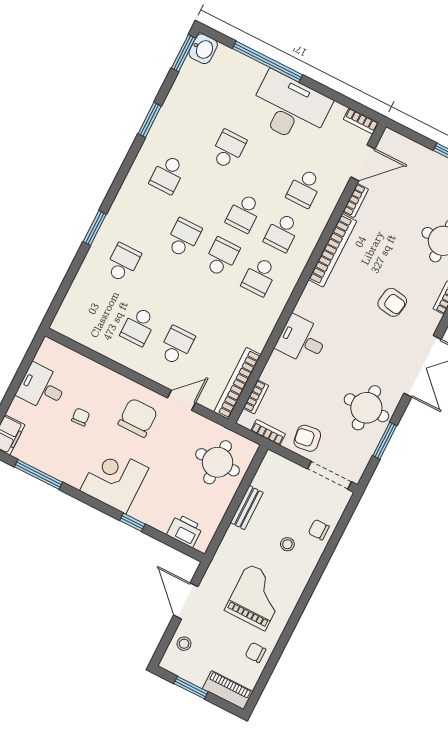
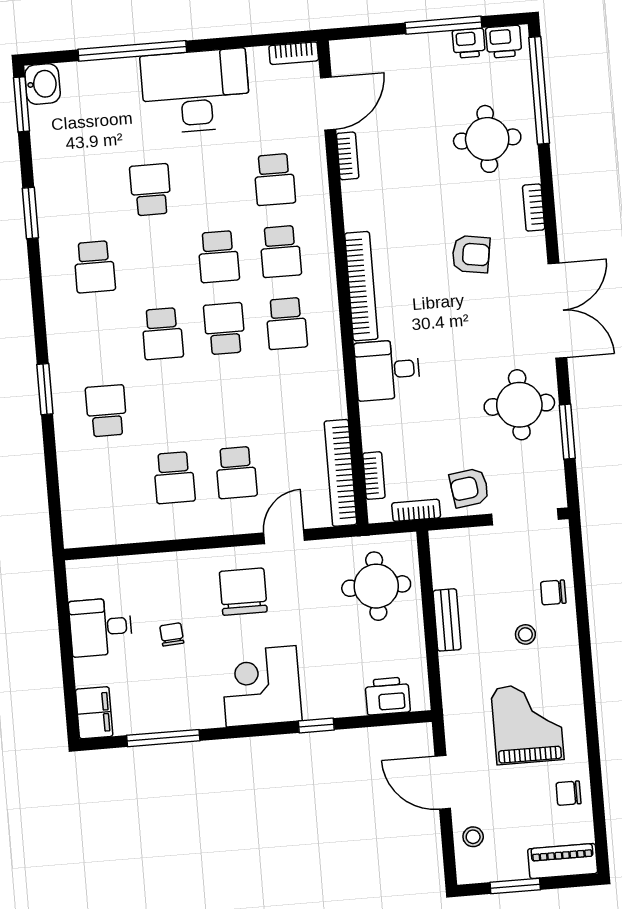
school desk: (183, 238) -> (162, 334), turned 180
bookcase: (332, 250) -> (361, 286), moved
school desk: (177, 346) -> (236, 473), turned 180

